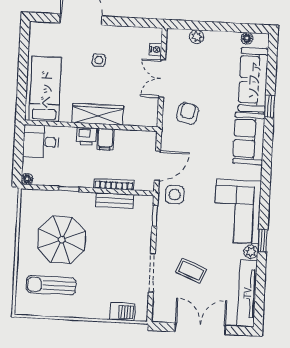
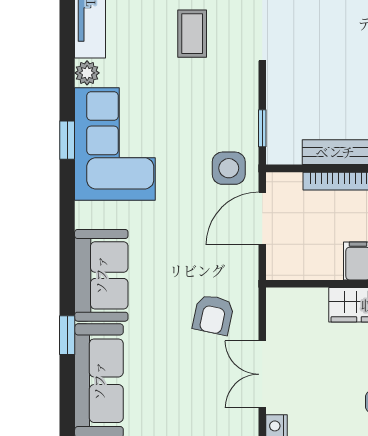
double door: (162, 79) -> (262, 374), swing flipped
window: (263, 241) -> (67, 140), moved
coffee table: (191, 271) -> (192, 34), turned 68

